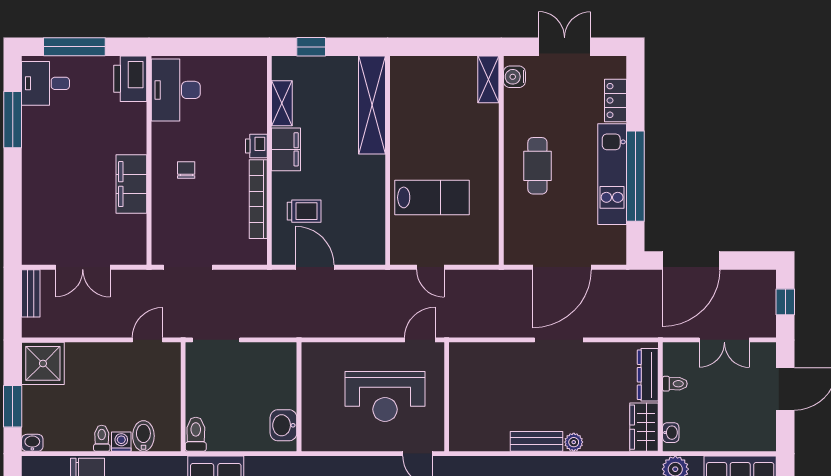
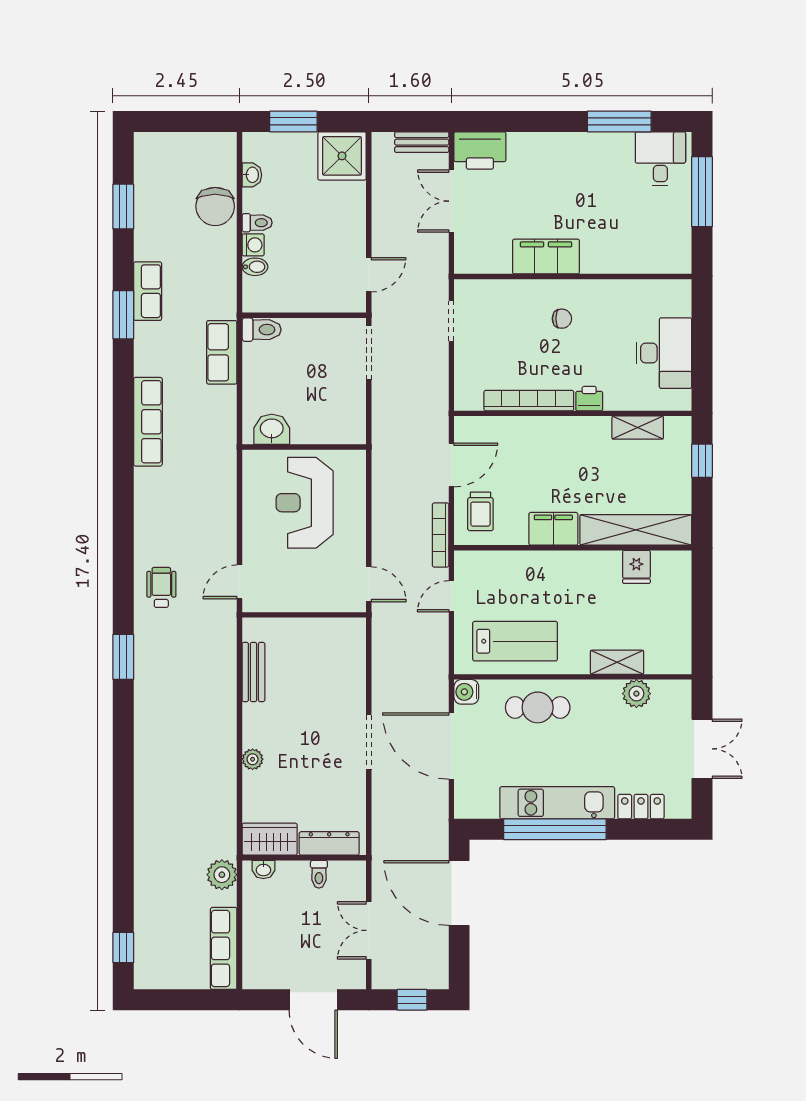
water cooler: (514, 77) -> (466, 692), moved, turned -90
printer: (130, 79) -> (480, 150), moved, turned 180
shelving: (488, 79) -> (617, 662), moved
desk: (176, 90) -> (664, 353), moved, turned 90
fridge: (404, 104) -> (636, 567), added
plant: (516, 104) -> (636, 694), added
filing cabinet: (286, 149) -> (553, 529), moved, turned 180
cafe table: (537, 166) -> (538, 707), moved
lab bench: (432, 197) -> (515, 641), moved, turned -90
trolley: (304, 211) -> (480, 511), moved
doorway: (188, 267) -> (451, 321), width x0.73
bookcase: (376, 277) -> (441, 535), added
door: (148, 340) -> (369, 275), hinge flipped
reception desk: (385, 396) -> (305, 503), moved
bidet: (143, 436) -> (255, 267), width x0.72, depth x0.74
bench: (537, 441) -> (253, 672), moved
washbasin: (32, 443) -> (252, 175), moved

